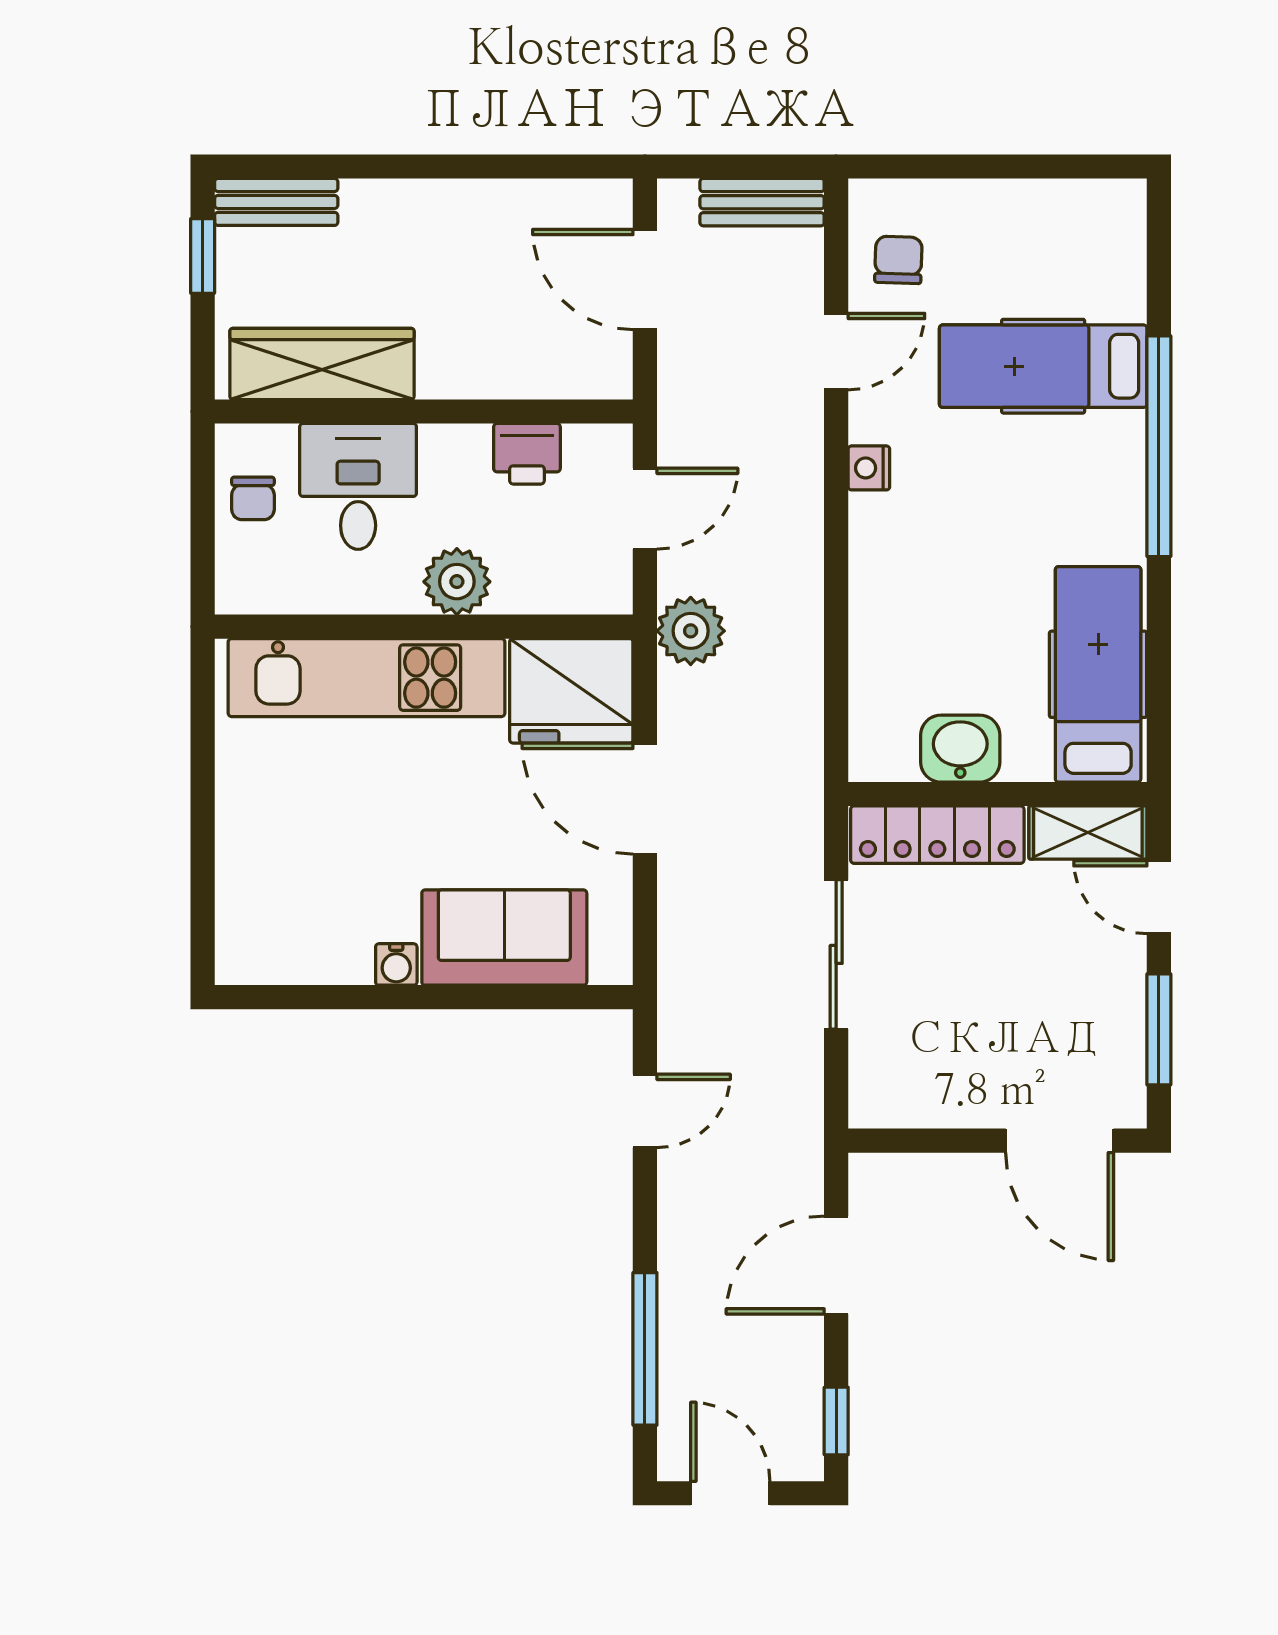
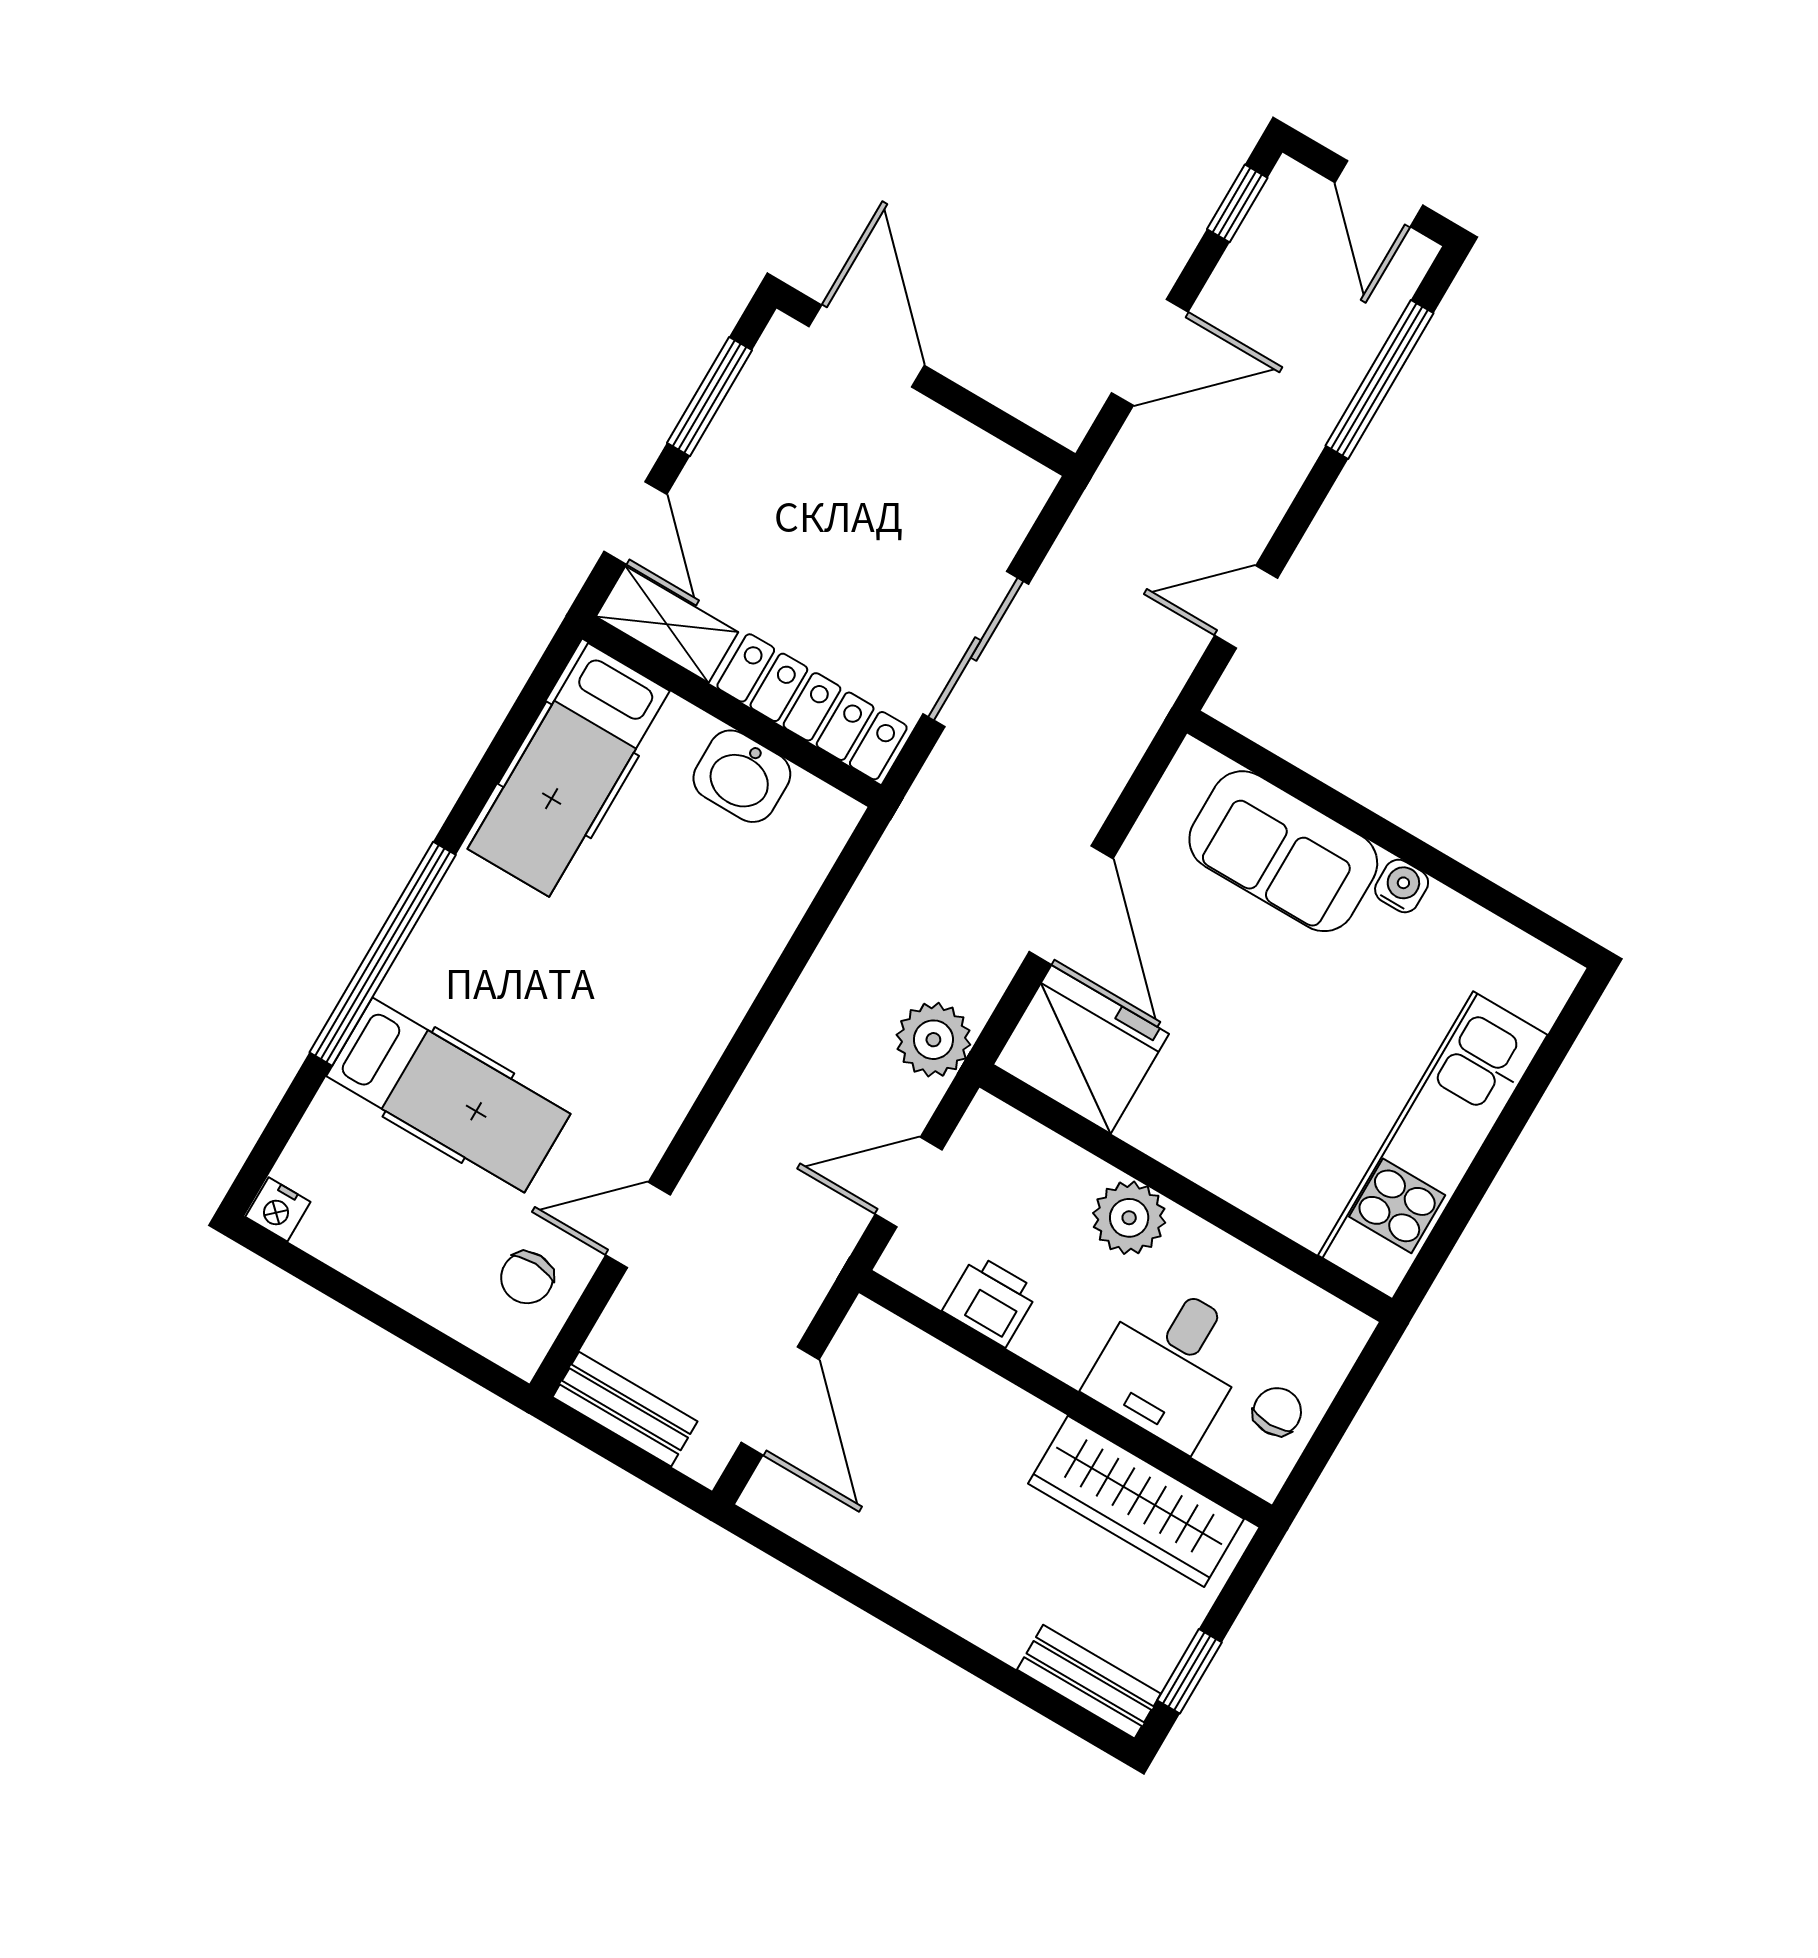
nightstand: (869, 468) -> (278, 1209), moved, turned 90
kitchen unit: (367, 678) -> (1433, 1145), moved, turned -90

